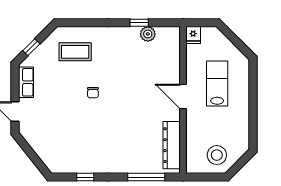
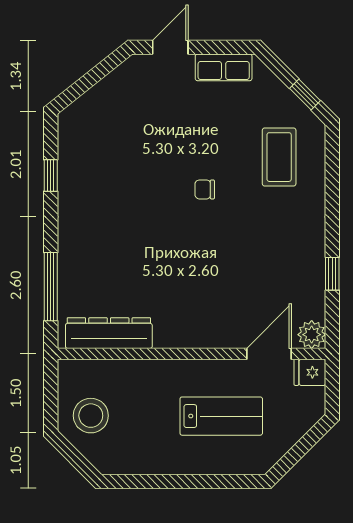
plant: (148, 34) -> (312, 335), moved
window: (31, 47) -> (305, 95), moved
door: (183, 96) -> (269, 354), moved

